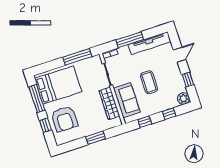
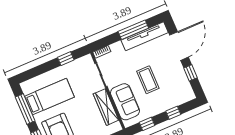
window: (130, 40) -> (133, 30), moved
door: (180, 55) -> (179, 46), width x1.88
window: (77, 57) -> (66, 59), width x0.46
bed: (58, 85) -> (49, 97), width x0.67
plant: (183, 99) -> (188, 94), removed

